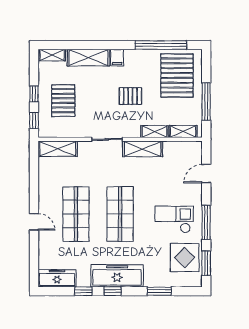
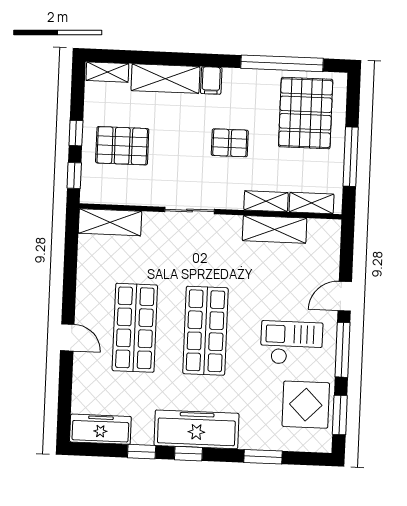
pallet: (63, 101) -> (122, 146), turned 90
shelving: (143, 149) -> (275, 229), moved
door: (206, 174) -> (345, 296), moved

